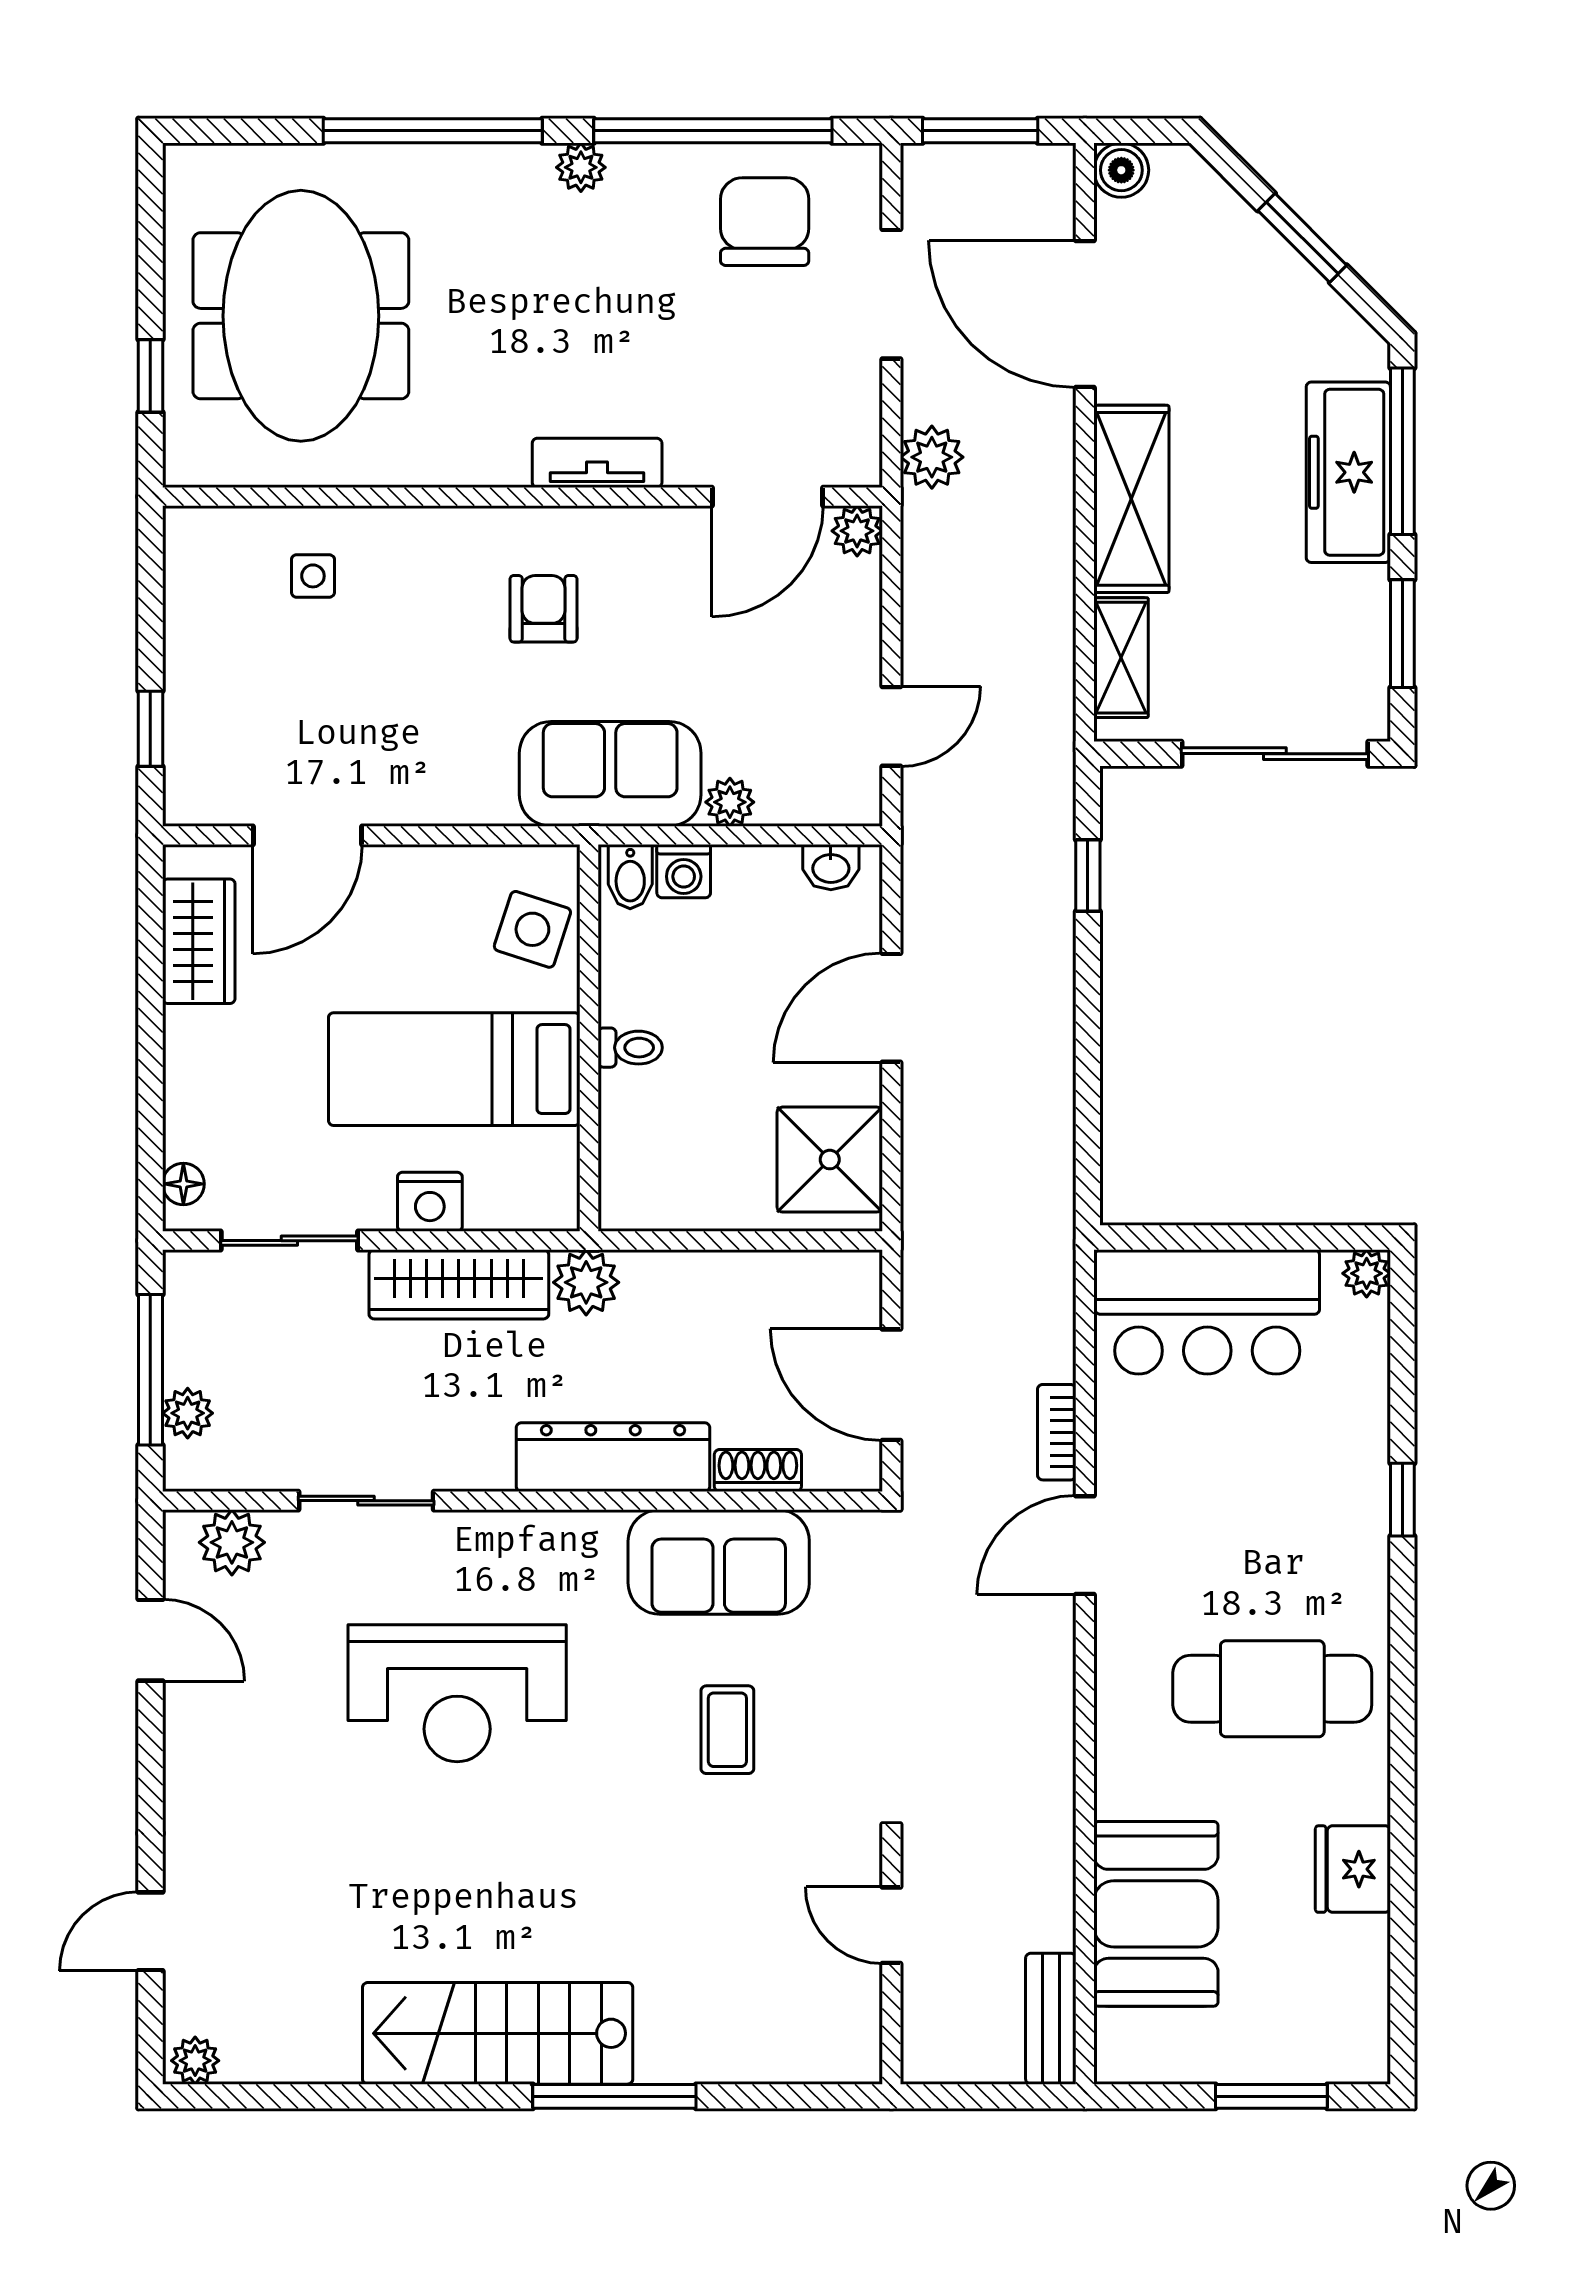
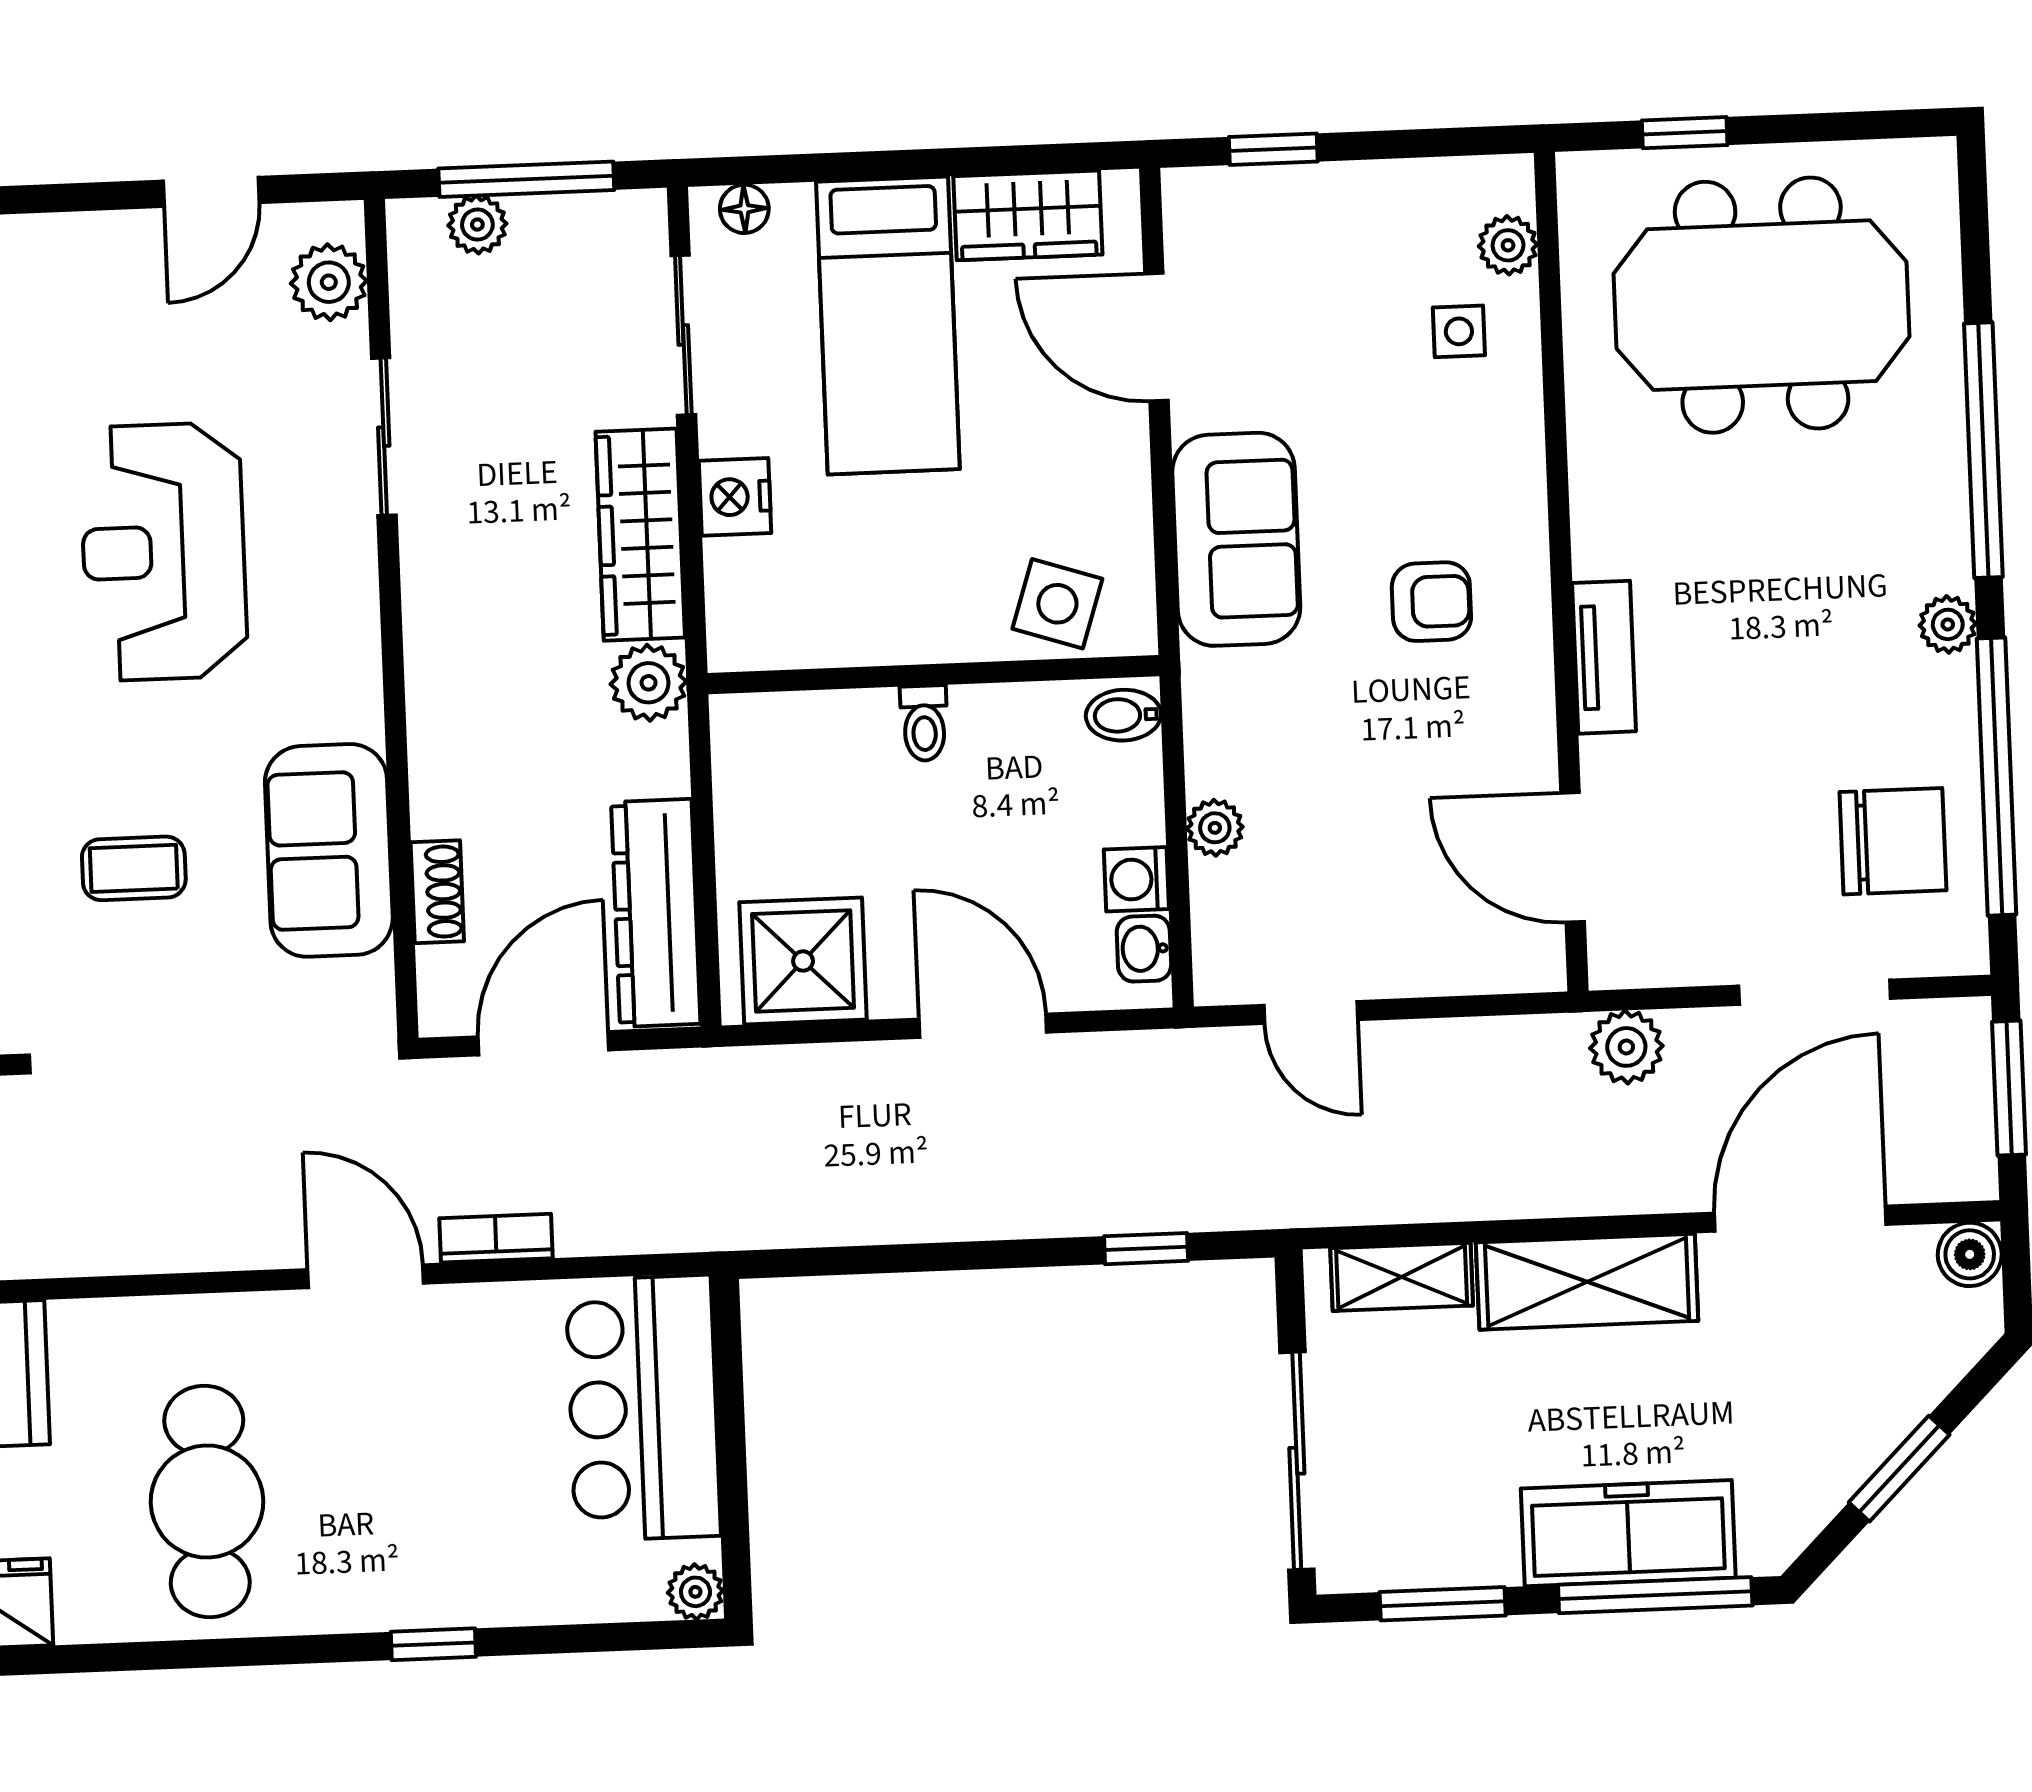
plant: (857, 531) -> (1508, 245), moved
sofa: (610, 774) -> (1236, 539), moved
washing machine: (684, 871) -> (1136, 879), moved
bed: (454, 1069) -> (888, 325), moved, turned 180
dresser: (613, 1457) -> (656, 913), moved, turned 180

